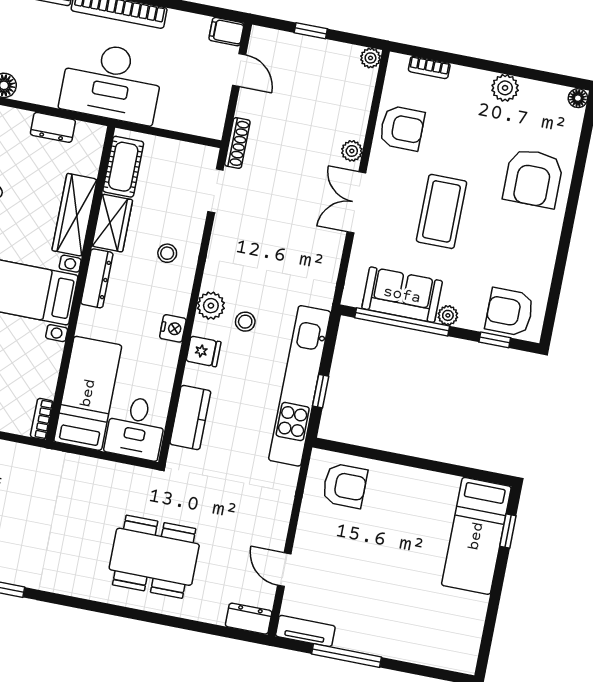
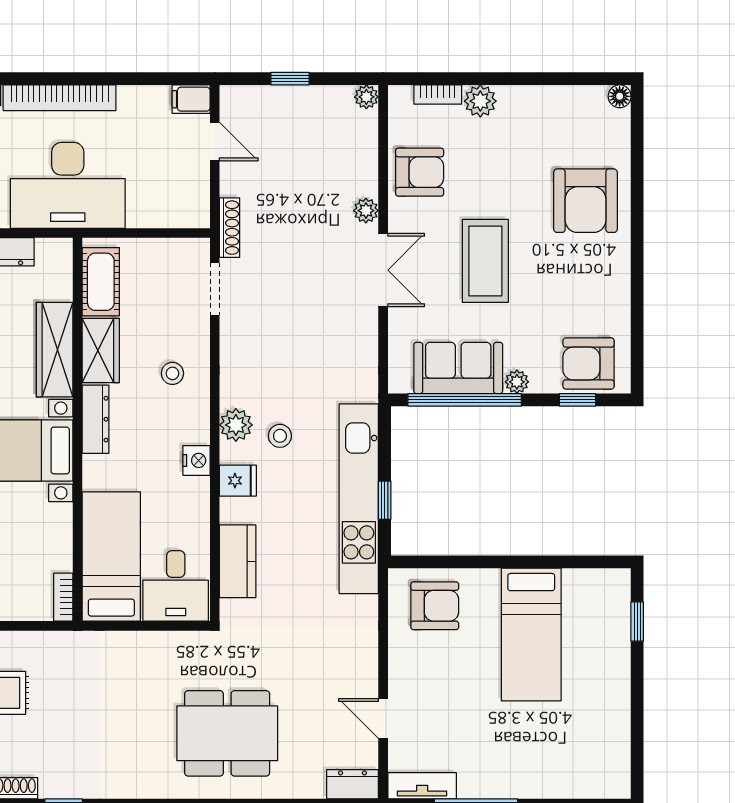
plant: (505, 88) -> (480, 101), moved
double door: (356, 202) -> (383, 270), swing flipped
bed: (476, 536) -> (531, 634), moved

